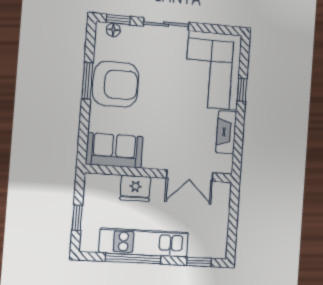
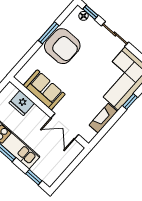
sofa: (114, 150) -> (44, 90), moved
fridge: (135, 188) -> (22, 103), moved

